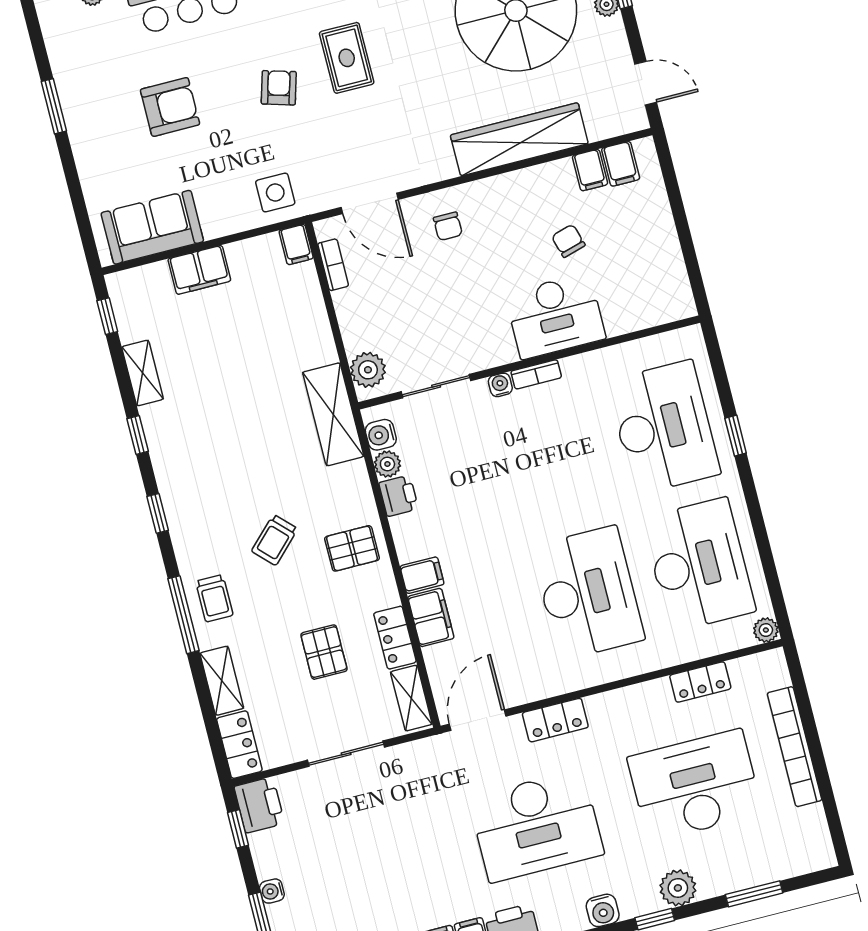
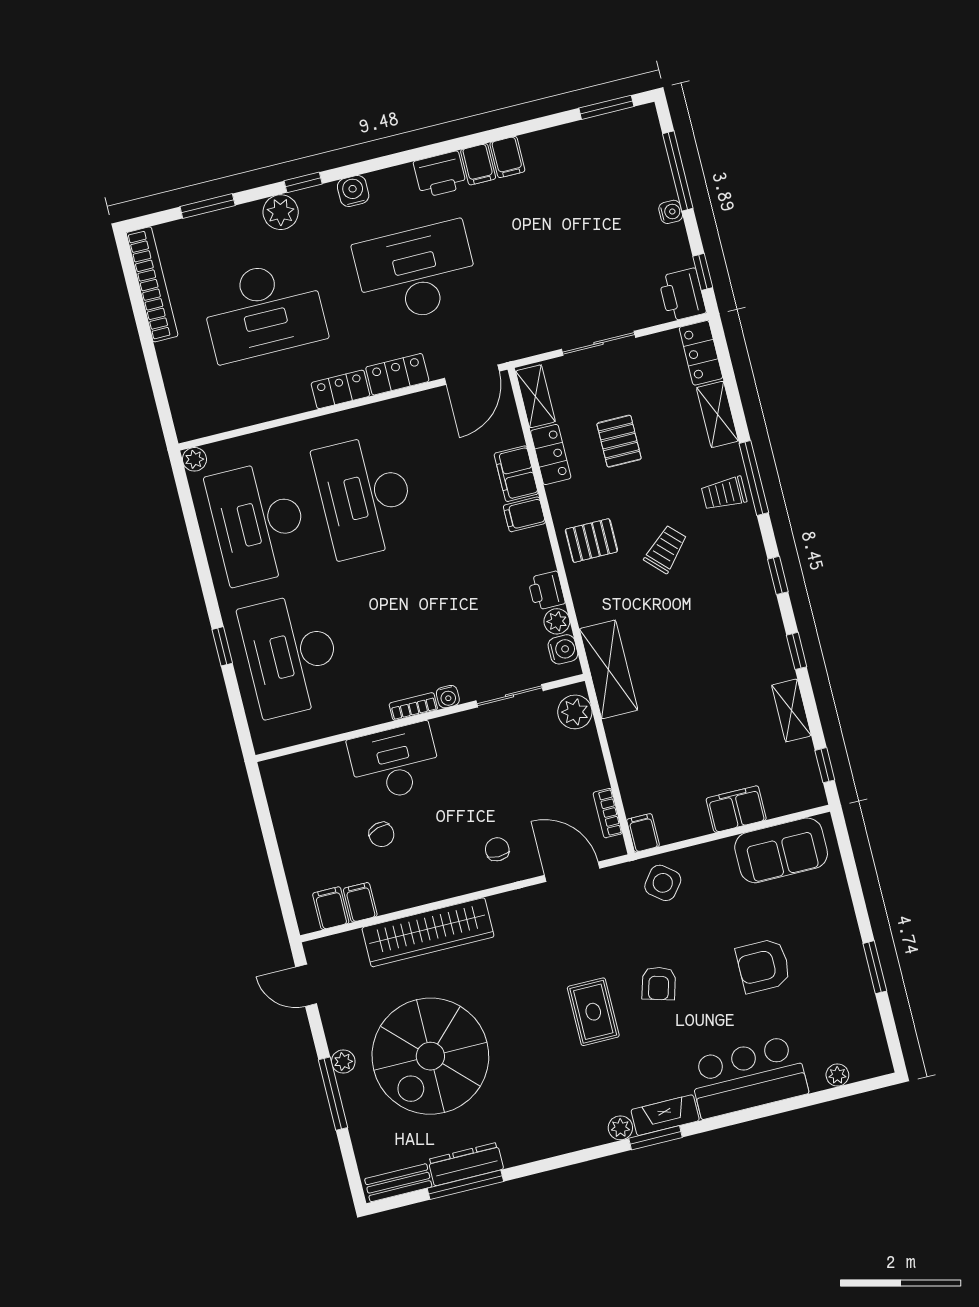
side table: (275, 193) -> (663, 883), turned 38
trolley: (214, 598) -> (724, 494), turned -90
locker: (700, 682) -> (340, 389), moved
bookcase: (795, 747) -> (152, 284), moved

